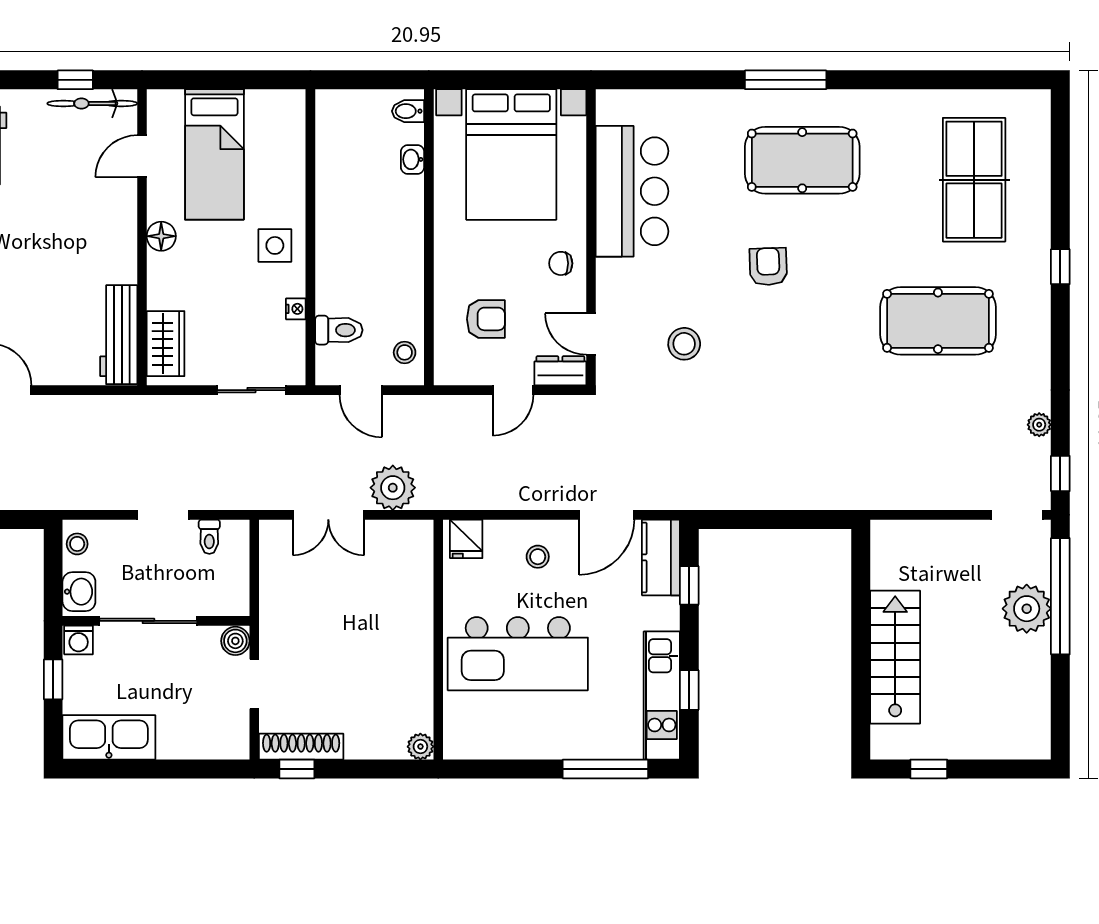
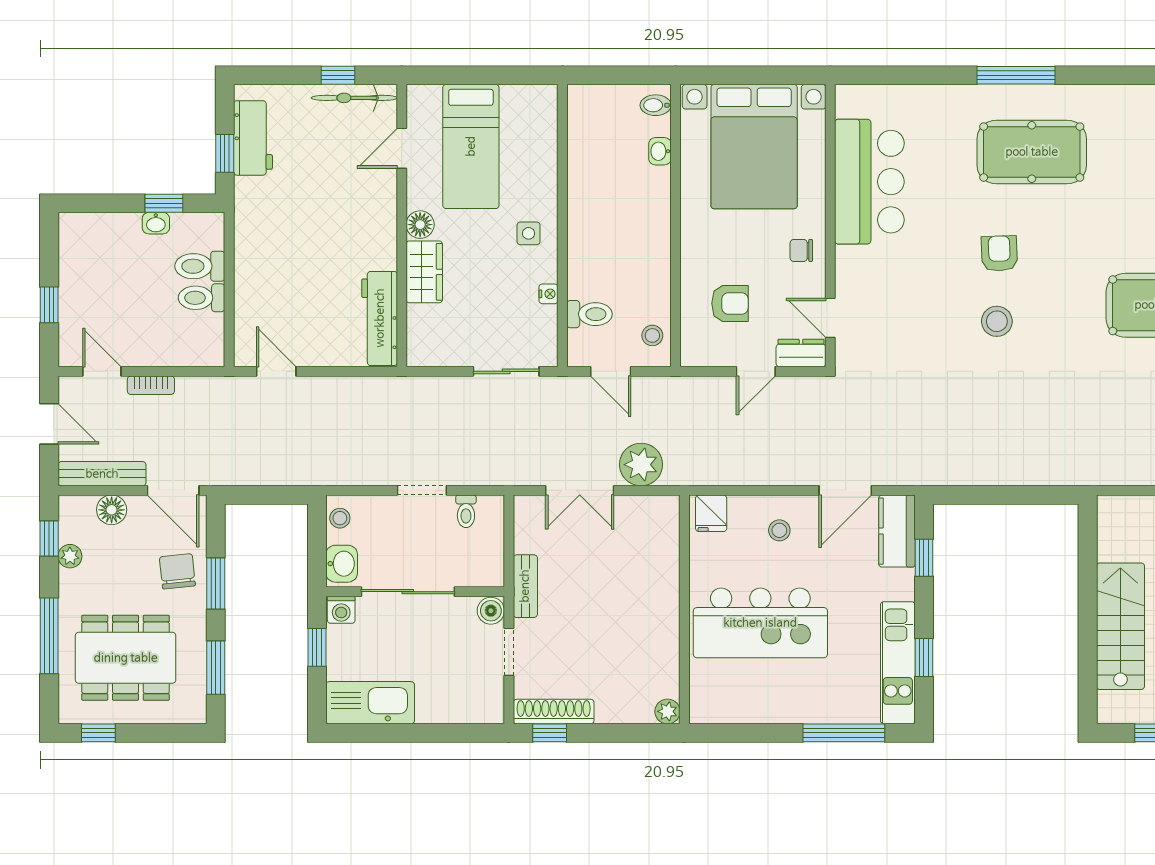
side table: (275, 245) -> (529, 233), width x0.73, depth x0.73
wardrobe: (166, 344) -> (424, 272), moved
stool: (684, 344) -> (997, 321), moved
bench: (272, 615) -> (525, 586), added

